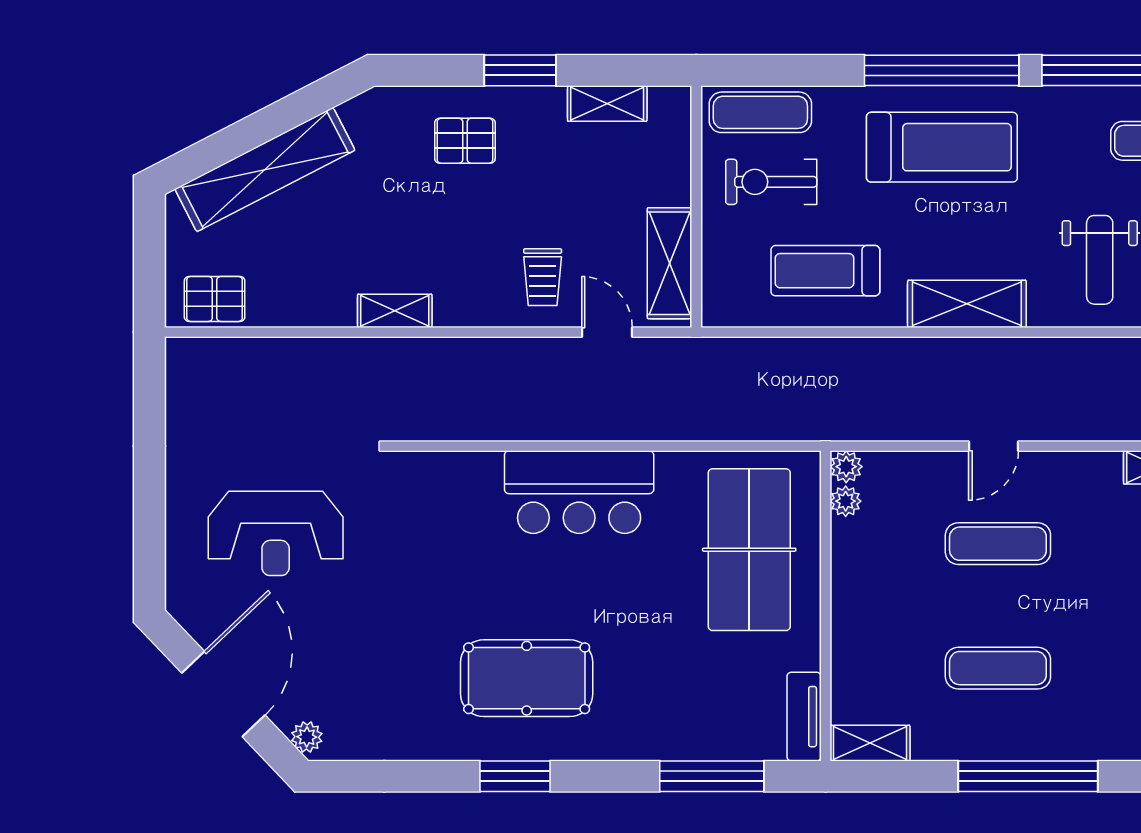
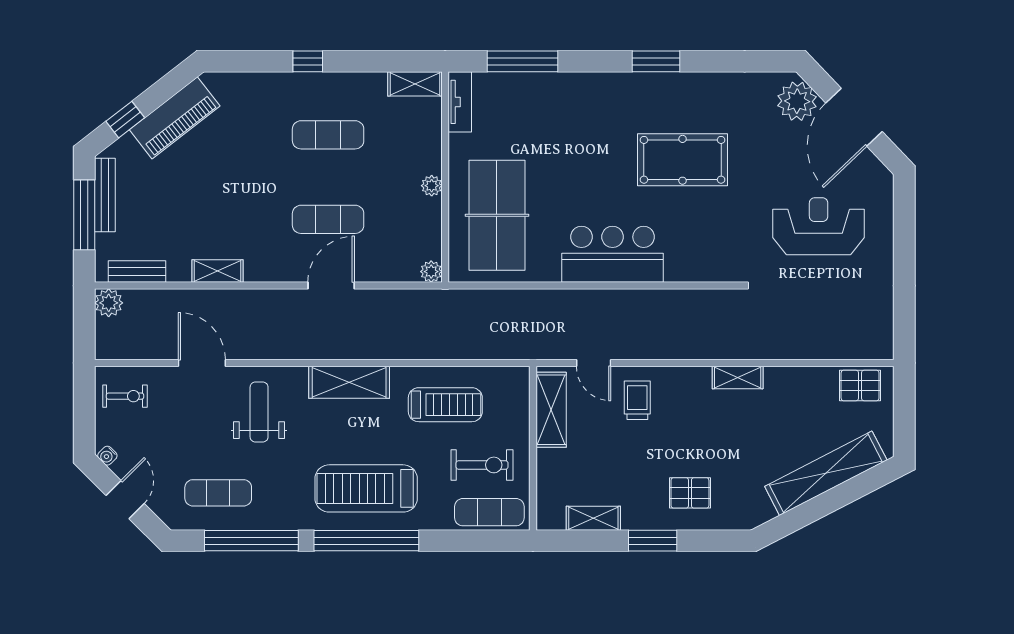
door: (994, 446) -> (331, 286), width x1.37
plant: (846, 501) -> (432, 186), moved
pool table: (527, 678) -> (683, 160), moved
plant: (307, 737) -> (797, 101), width x1.88, depth x1.88
window: (1028, 776) -> (308, 61), width x0.32

